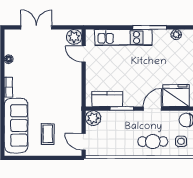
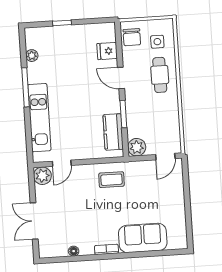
fridge: (176, 96) -> (107, 51), width x0.53, depth x0.75
sofa: (16, 126) -> (143, 238), width x0.73
coffee table: (48, 134) -> (112, 180), moved

